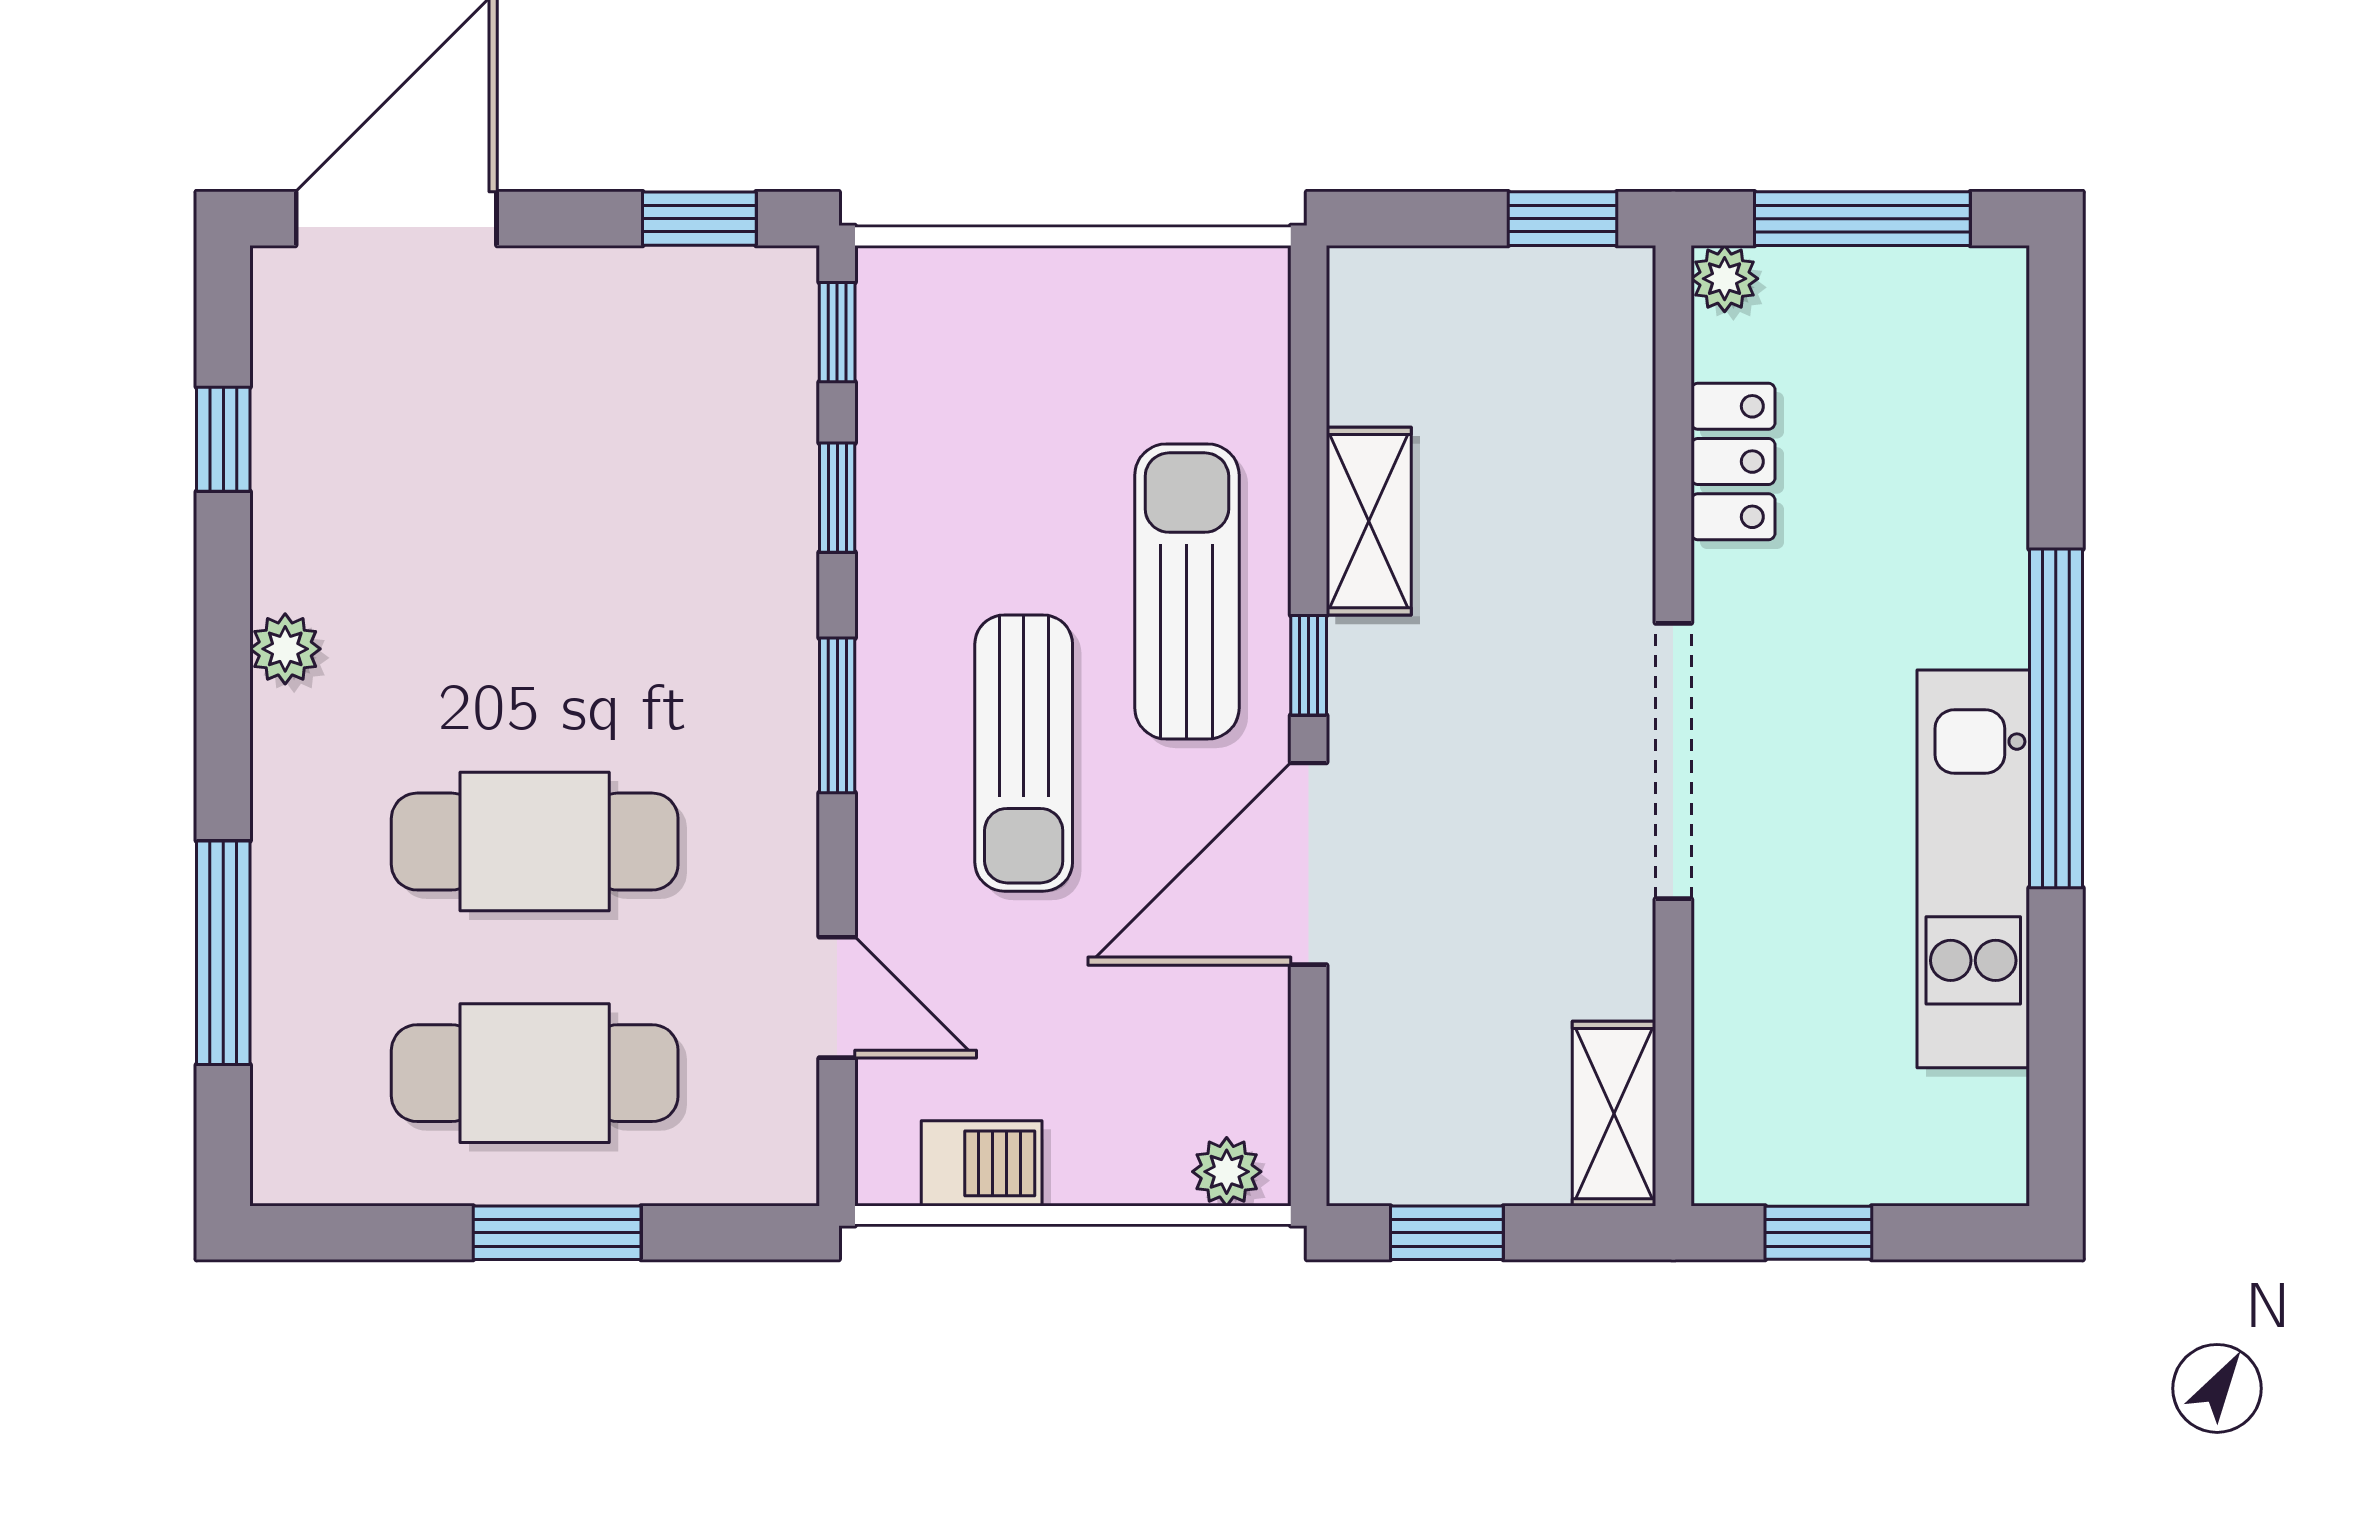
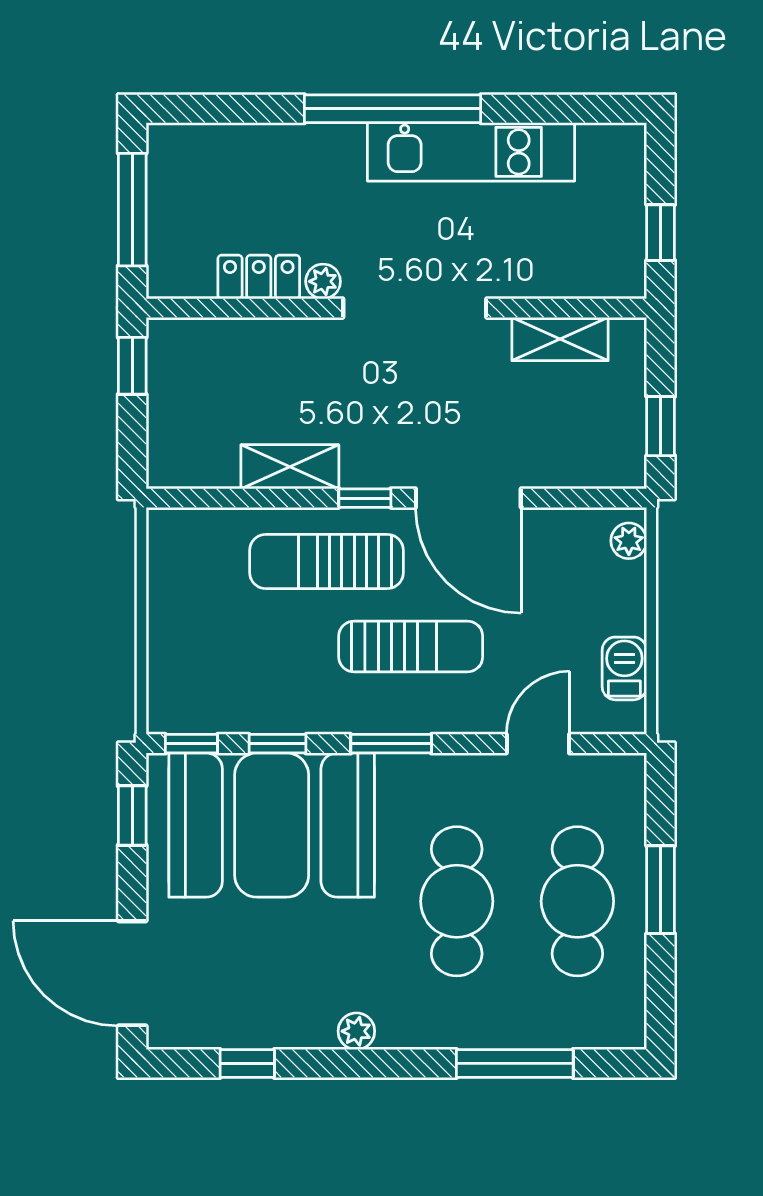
plant: (1725, 279) -> (323, 281), moved
booth: (681, 486) -> (272, 825), added
shelving: (1614, 1114) -> (560, 339), moved

